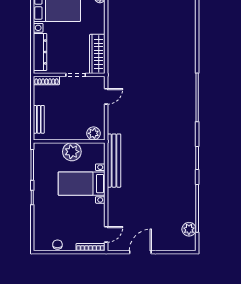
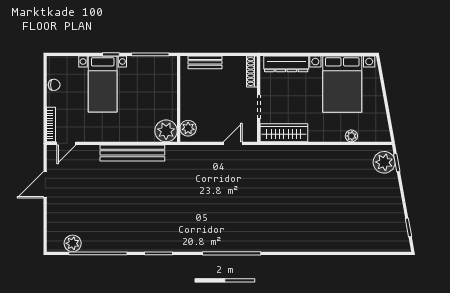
door: (106, 96) -> (233, 143), swing flipped
plant: (72, 152) -> (166, 131), moved
bench: (114, 161) -> (132, 153), moved
bed with nightstands: (82, 184) -> (103, 84), moved, turned 180
door: (106, 234) -> (66, 143), hinge flipped
door: (140, 252) -> (45, 185), swing flipped

